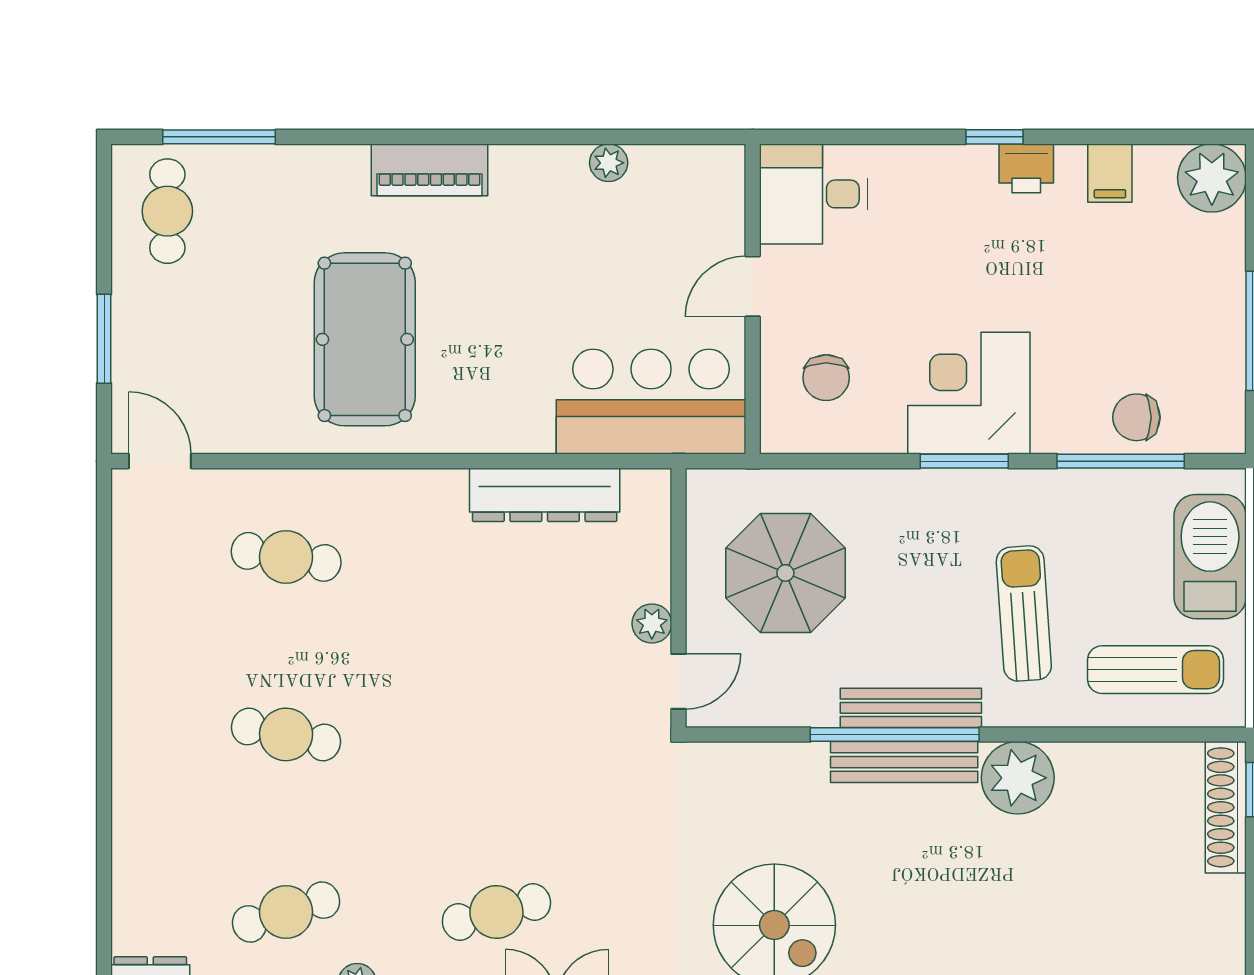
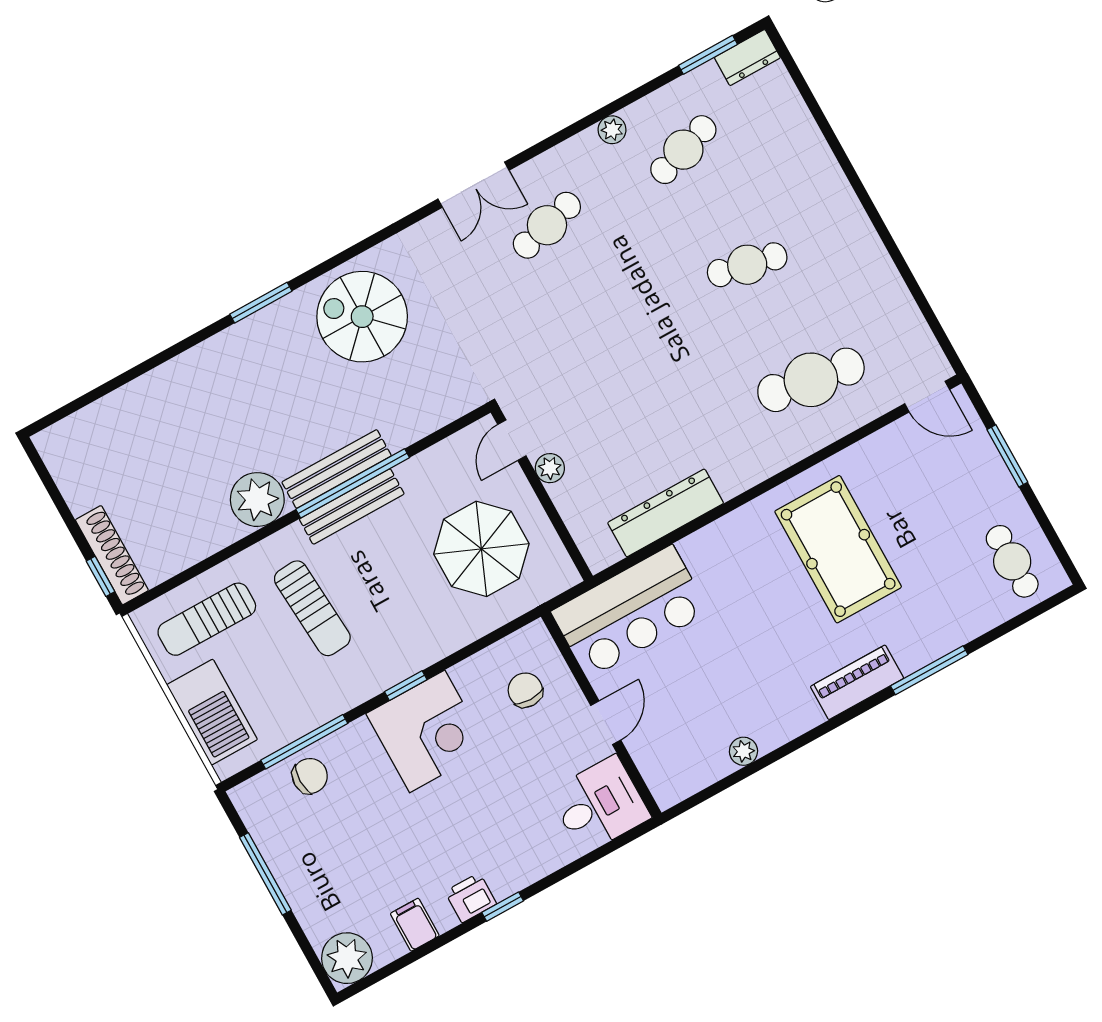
window: (219, 137) -> (929, 670), moved
window: (964, 461) -> (406, 686), width x0.67
cafe table: (286, 557) -> (811, 380), width x1.37, depth x1.35

